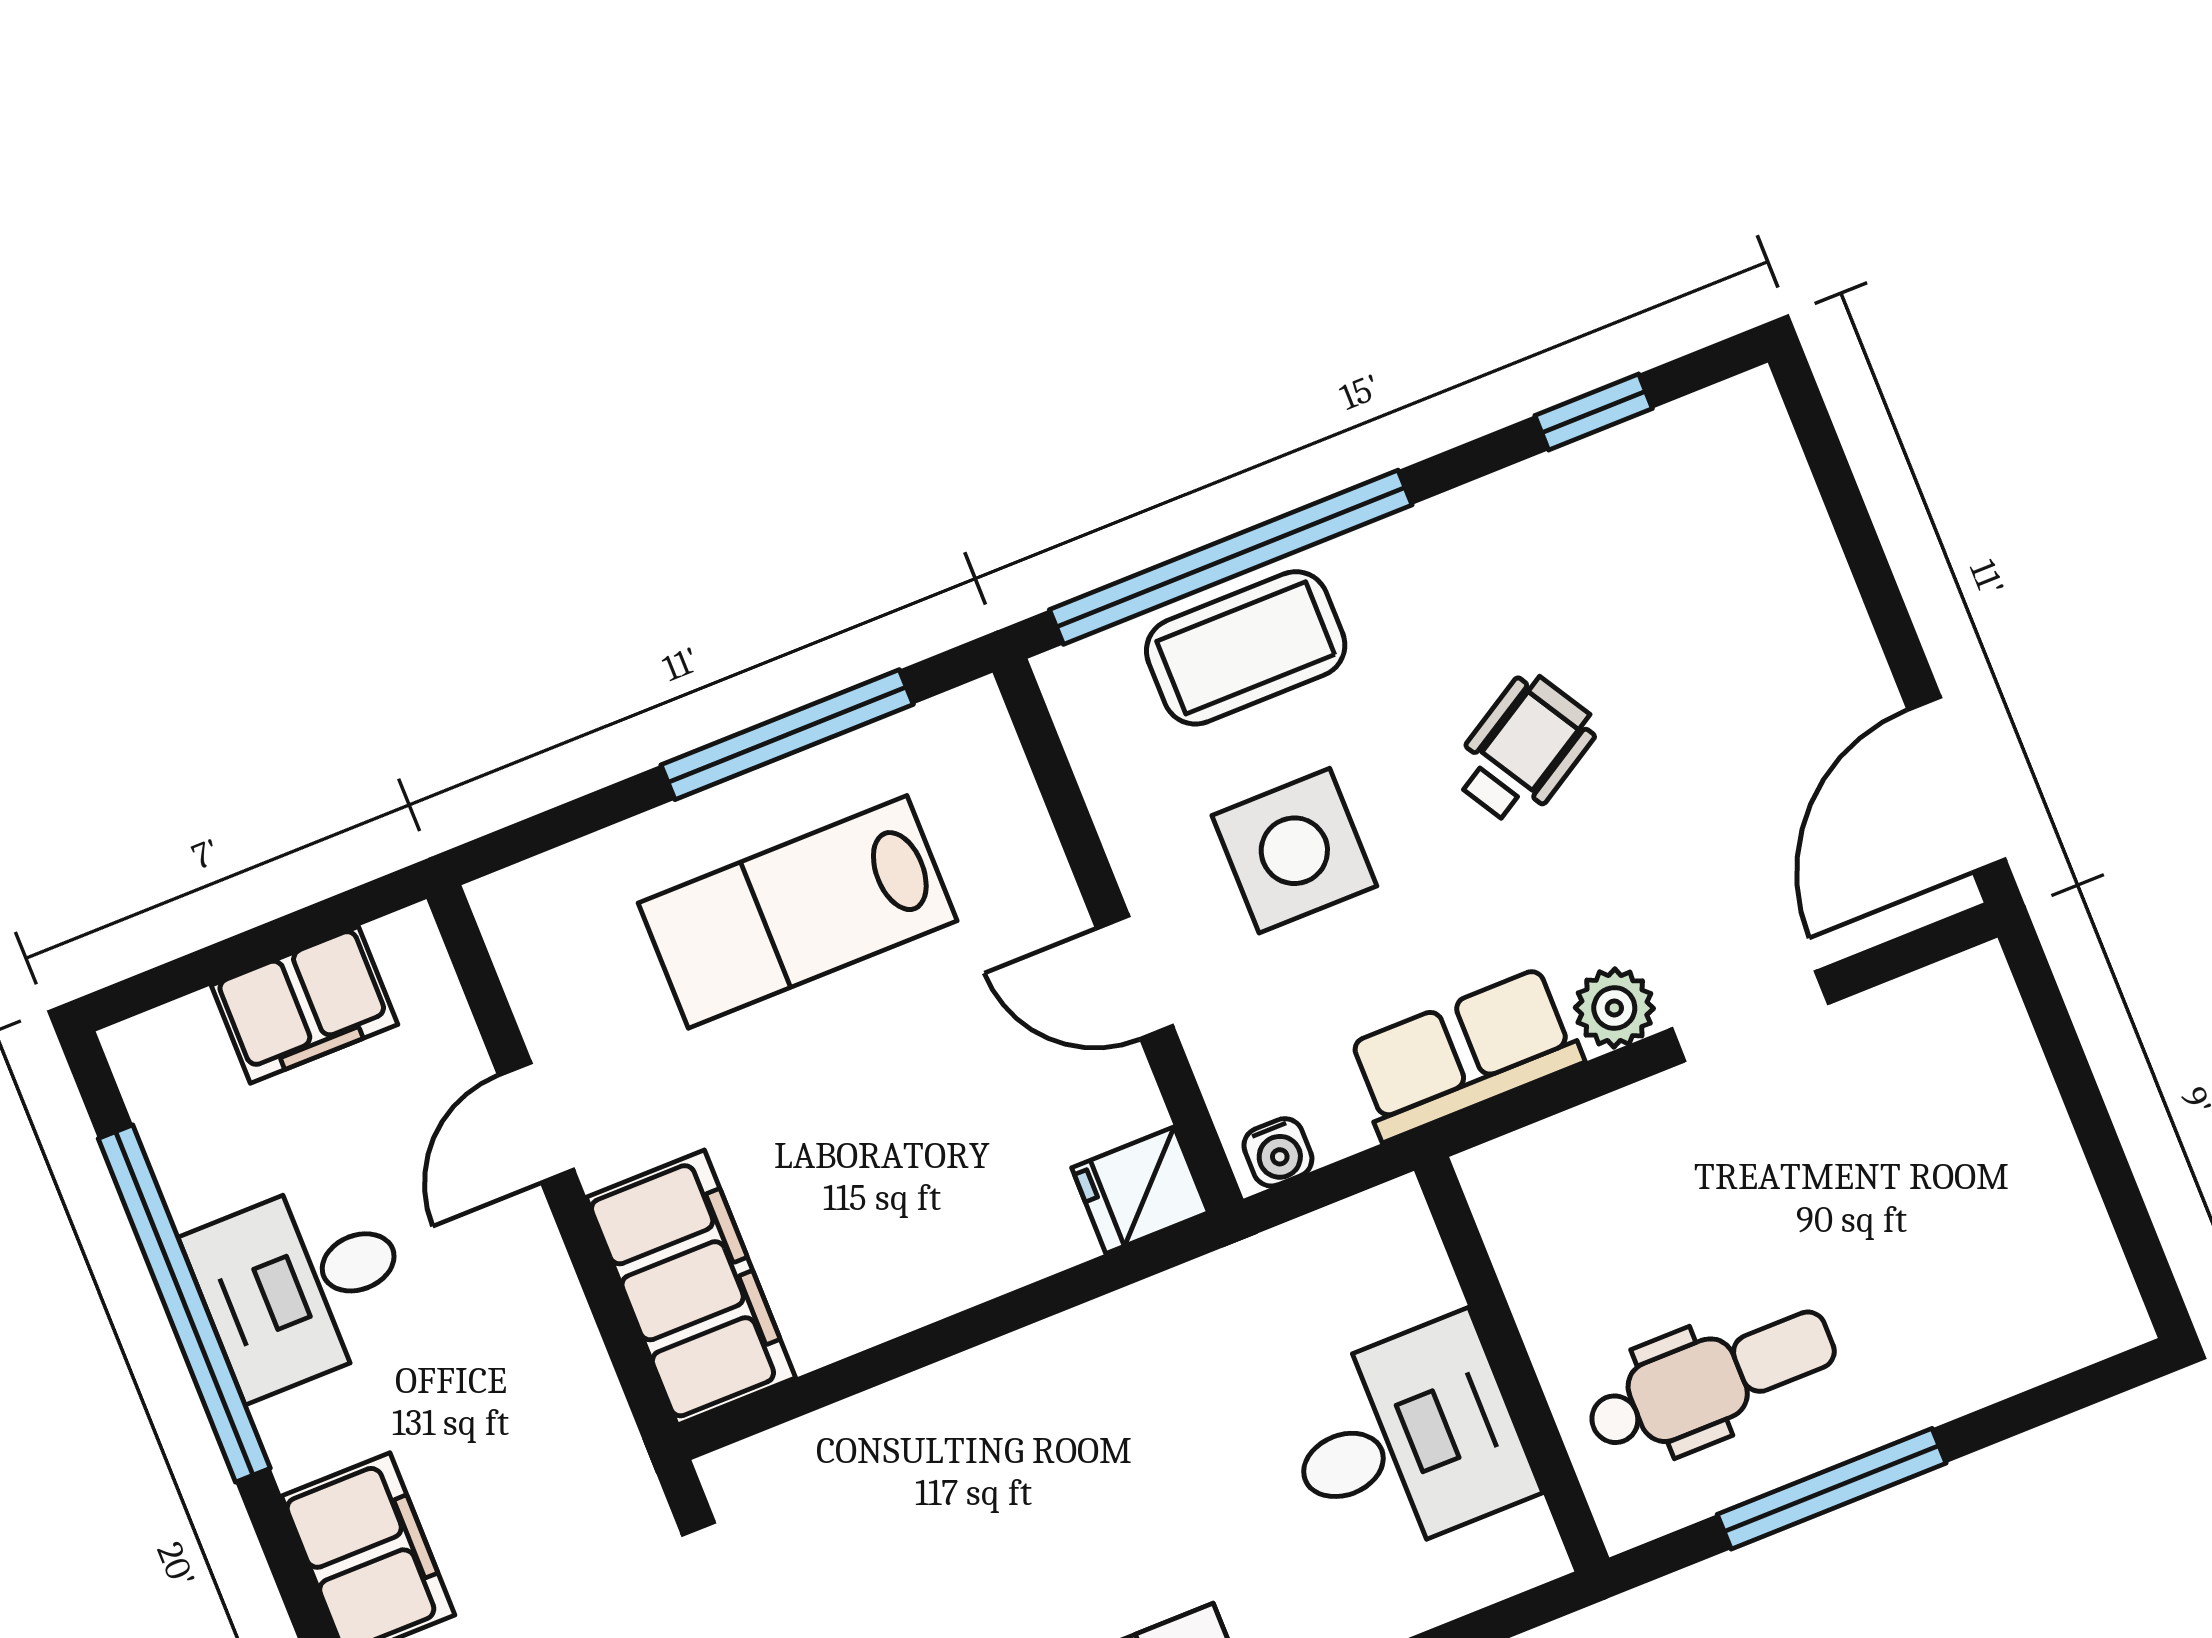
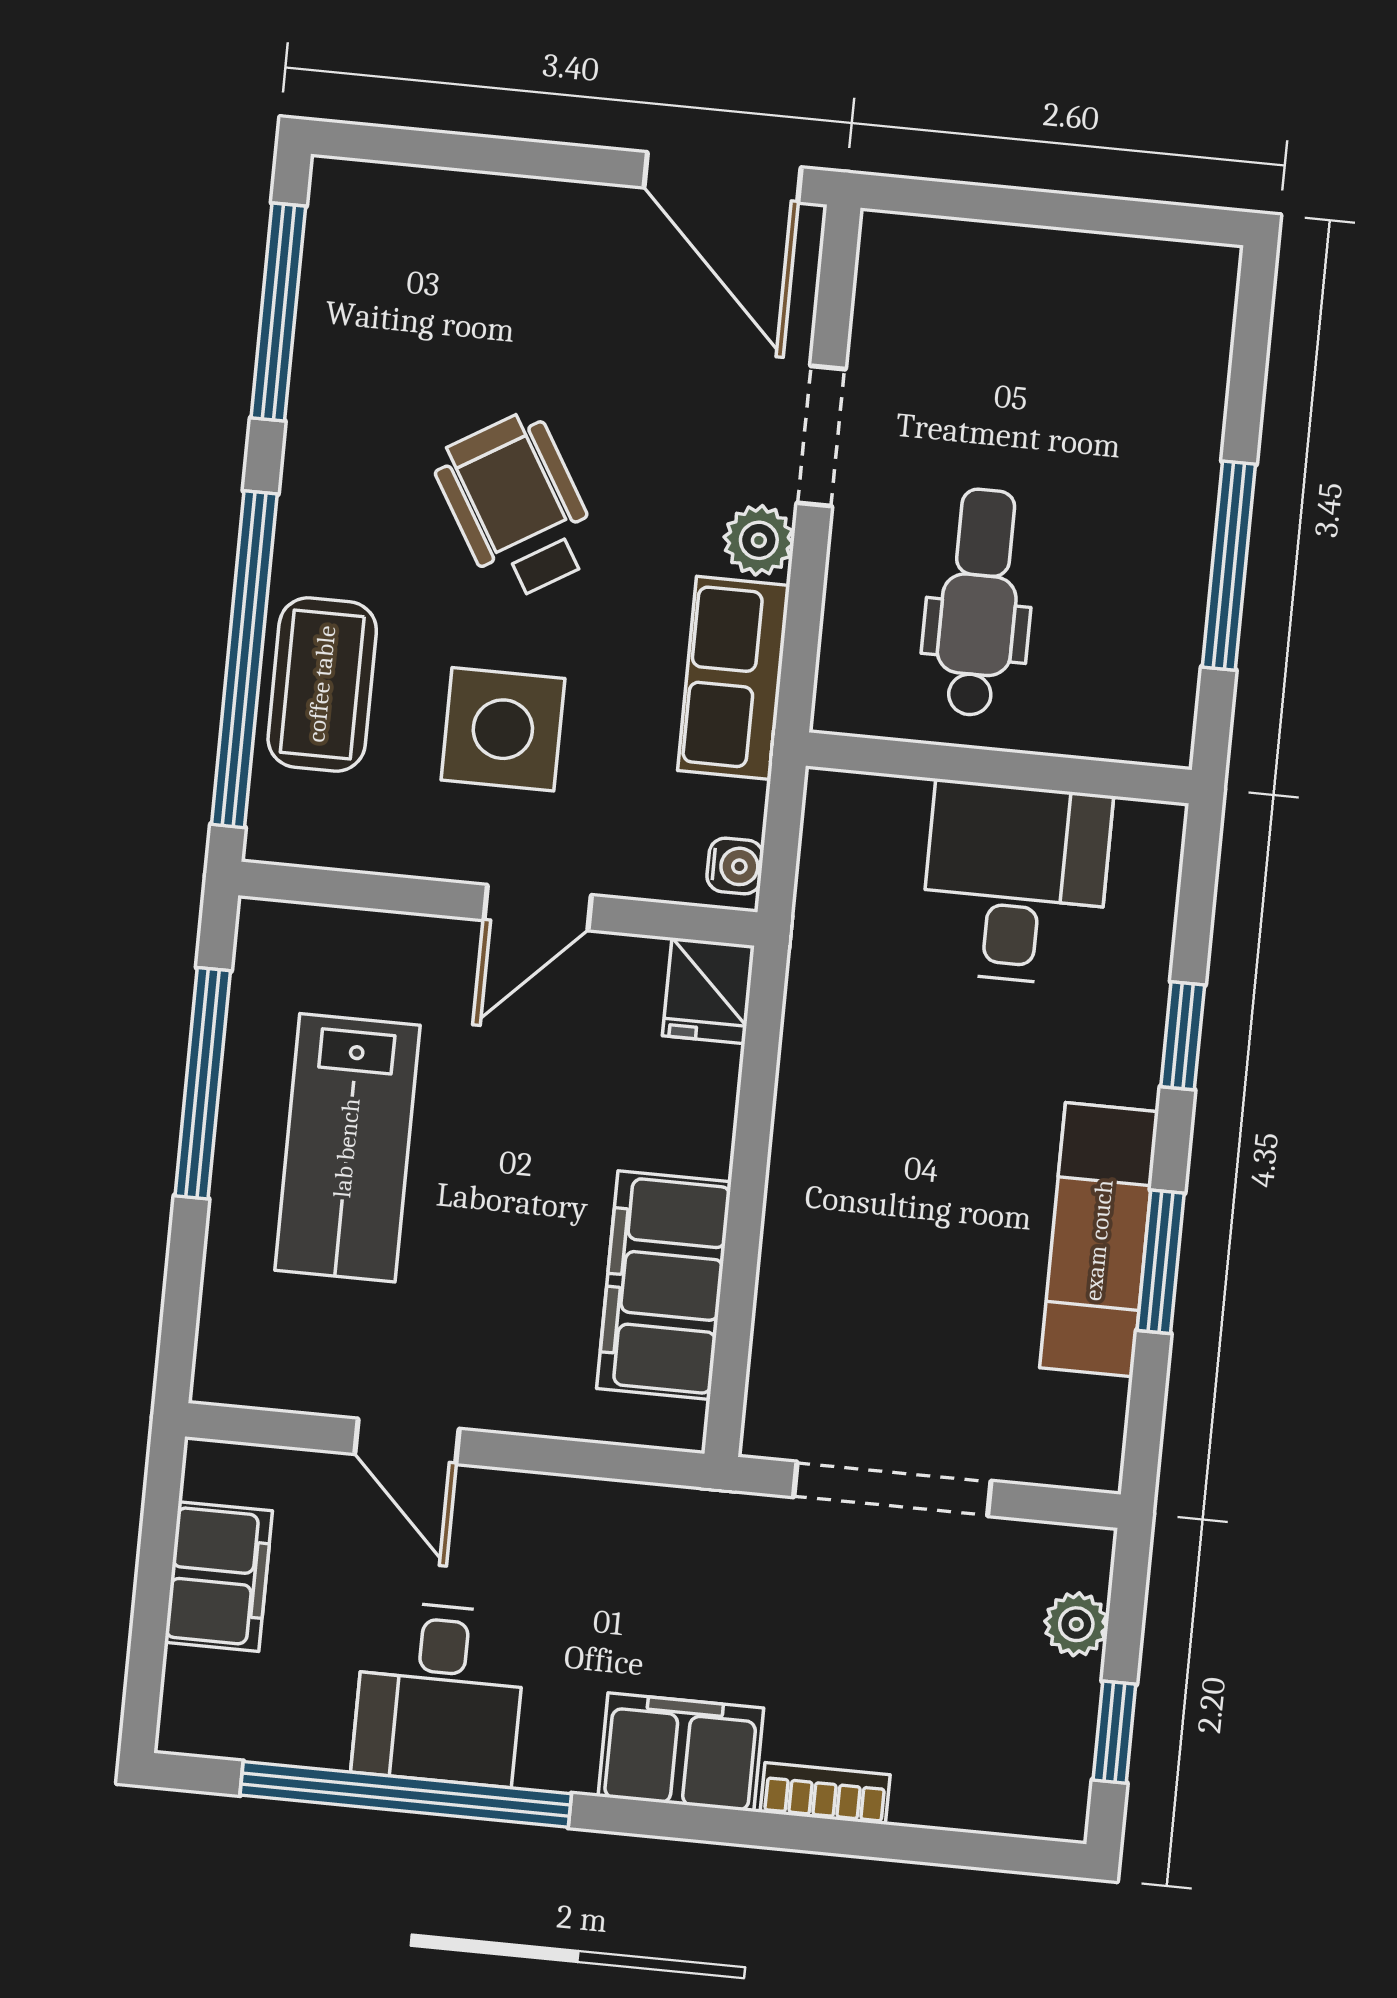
window: (1594, 412) -> (278, 312), width x2.17
wheelchair: (1524, 750) -> (517, 506), width x1.36, depth x1.37
filing cabinet: (691, 1287) -> (664, 1285), moved, turned -90
dental chair: (1711, 1381) -> (979, 602), moved

